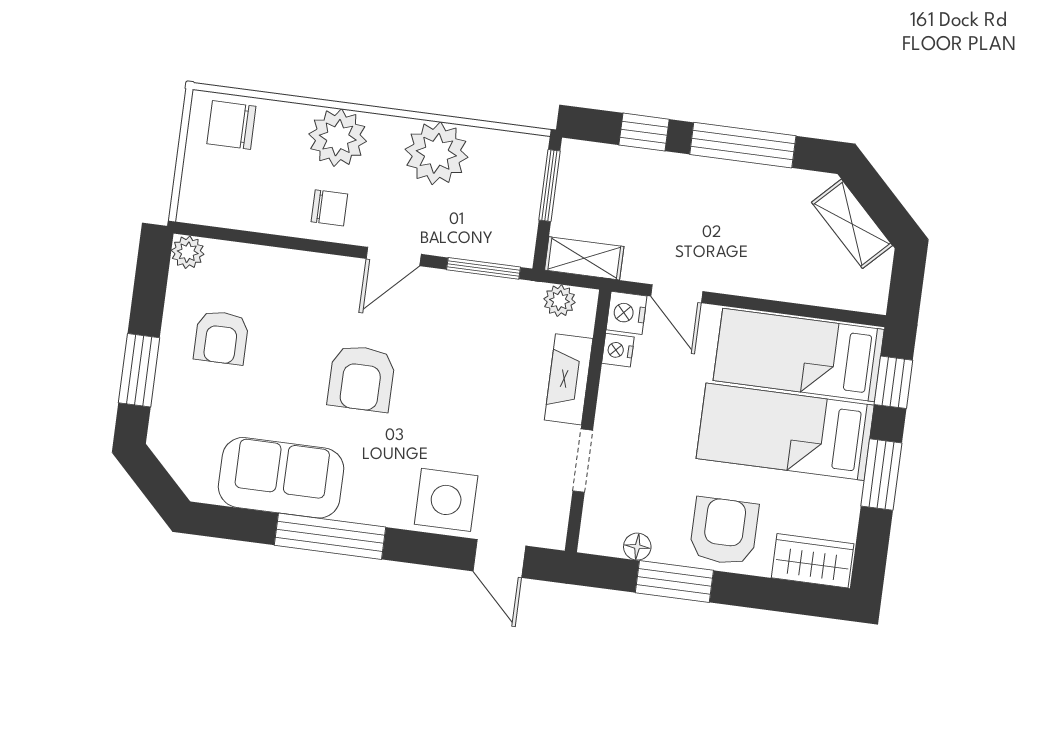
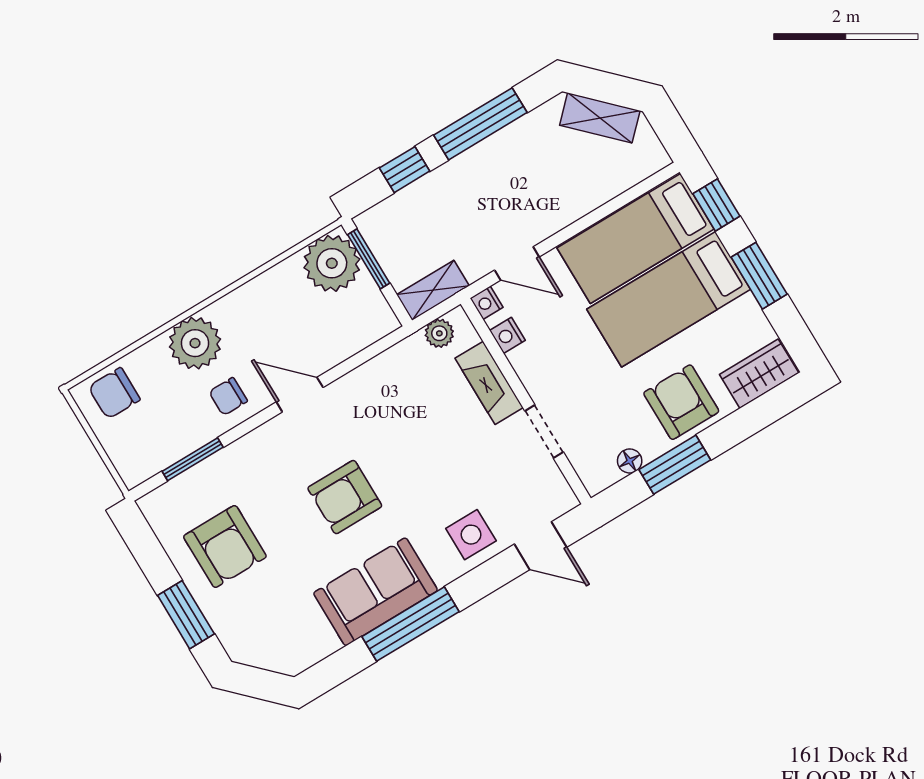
plant: (436, 153) -> (332, 263), moved
chair: (329, 208) -> (228, 397), turned 180
plant: (188, 252) -> (154, 506), removed
door: (394, 256) -> (300, 395), swing flipped
window: (484, 268) -> (193, 459), moved
nightstand: (626, 313) -> (487, 303), width x0.72, depth x0.74
armchair: (221, 338) -> (225, 546), width x1.38, depth x1.38
armchair: (361, 378) -> (345, 497), turned 90
sofa: (281, 478) -> (376, 592), moved
side table: (446, 500) -> (471, 535), width x0.73, depth x0.73

